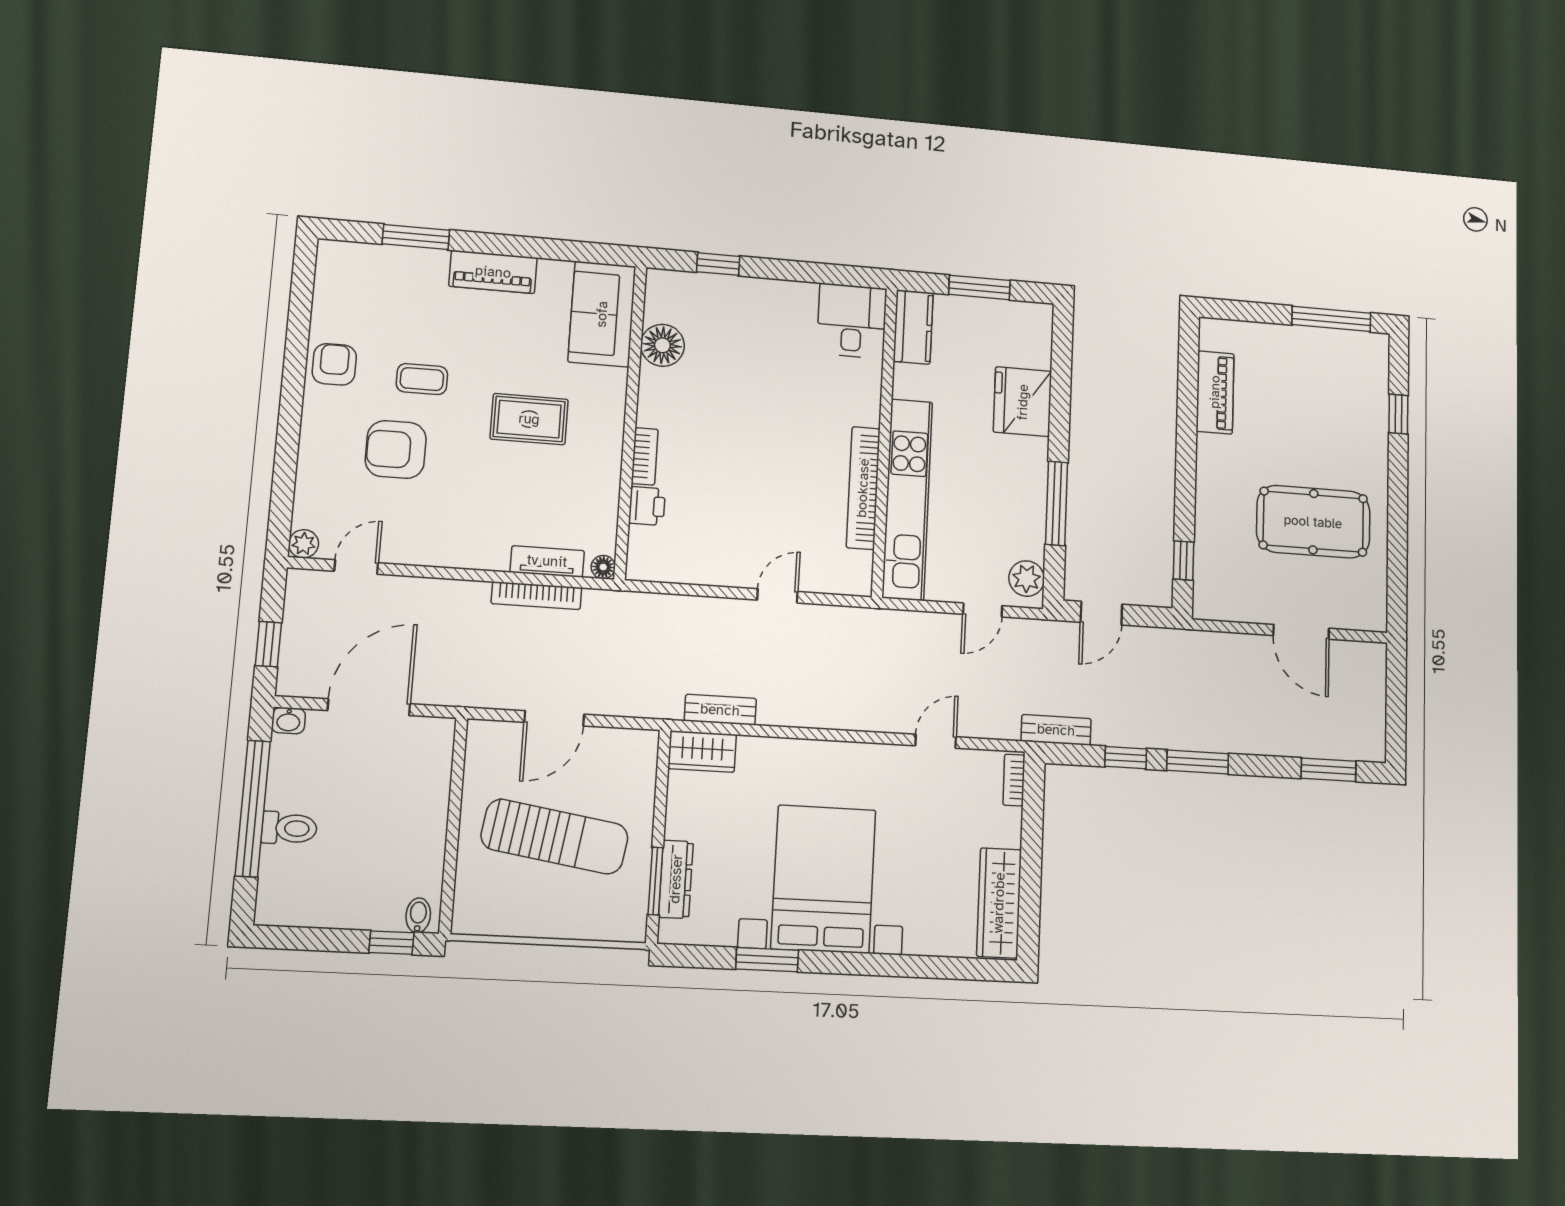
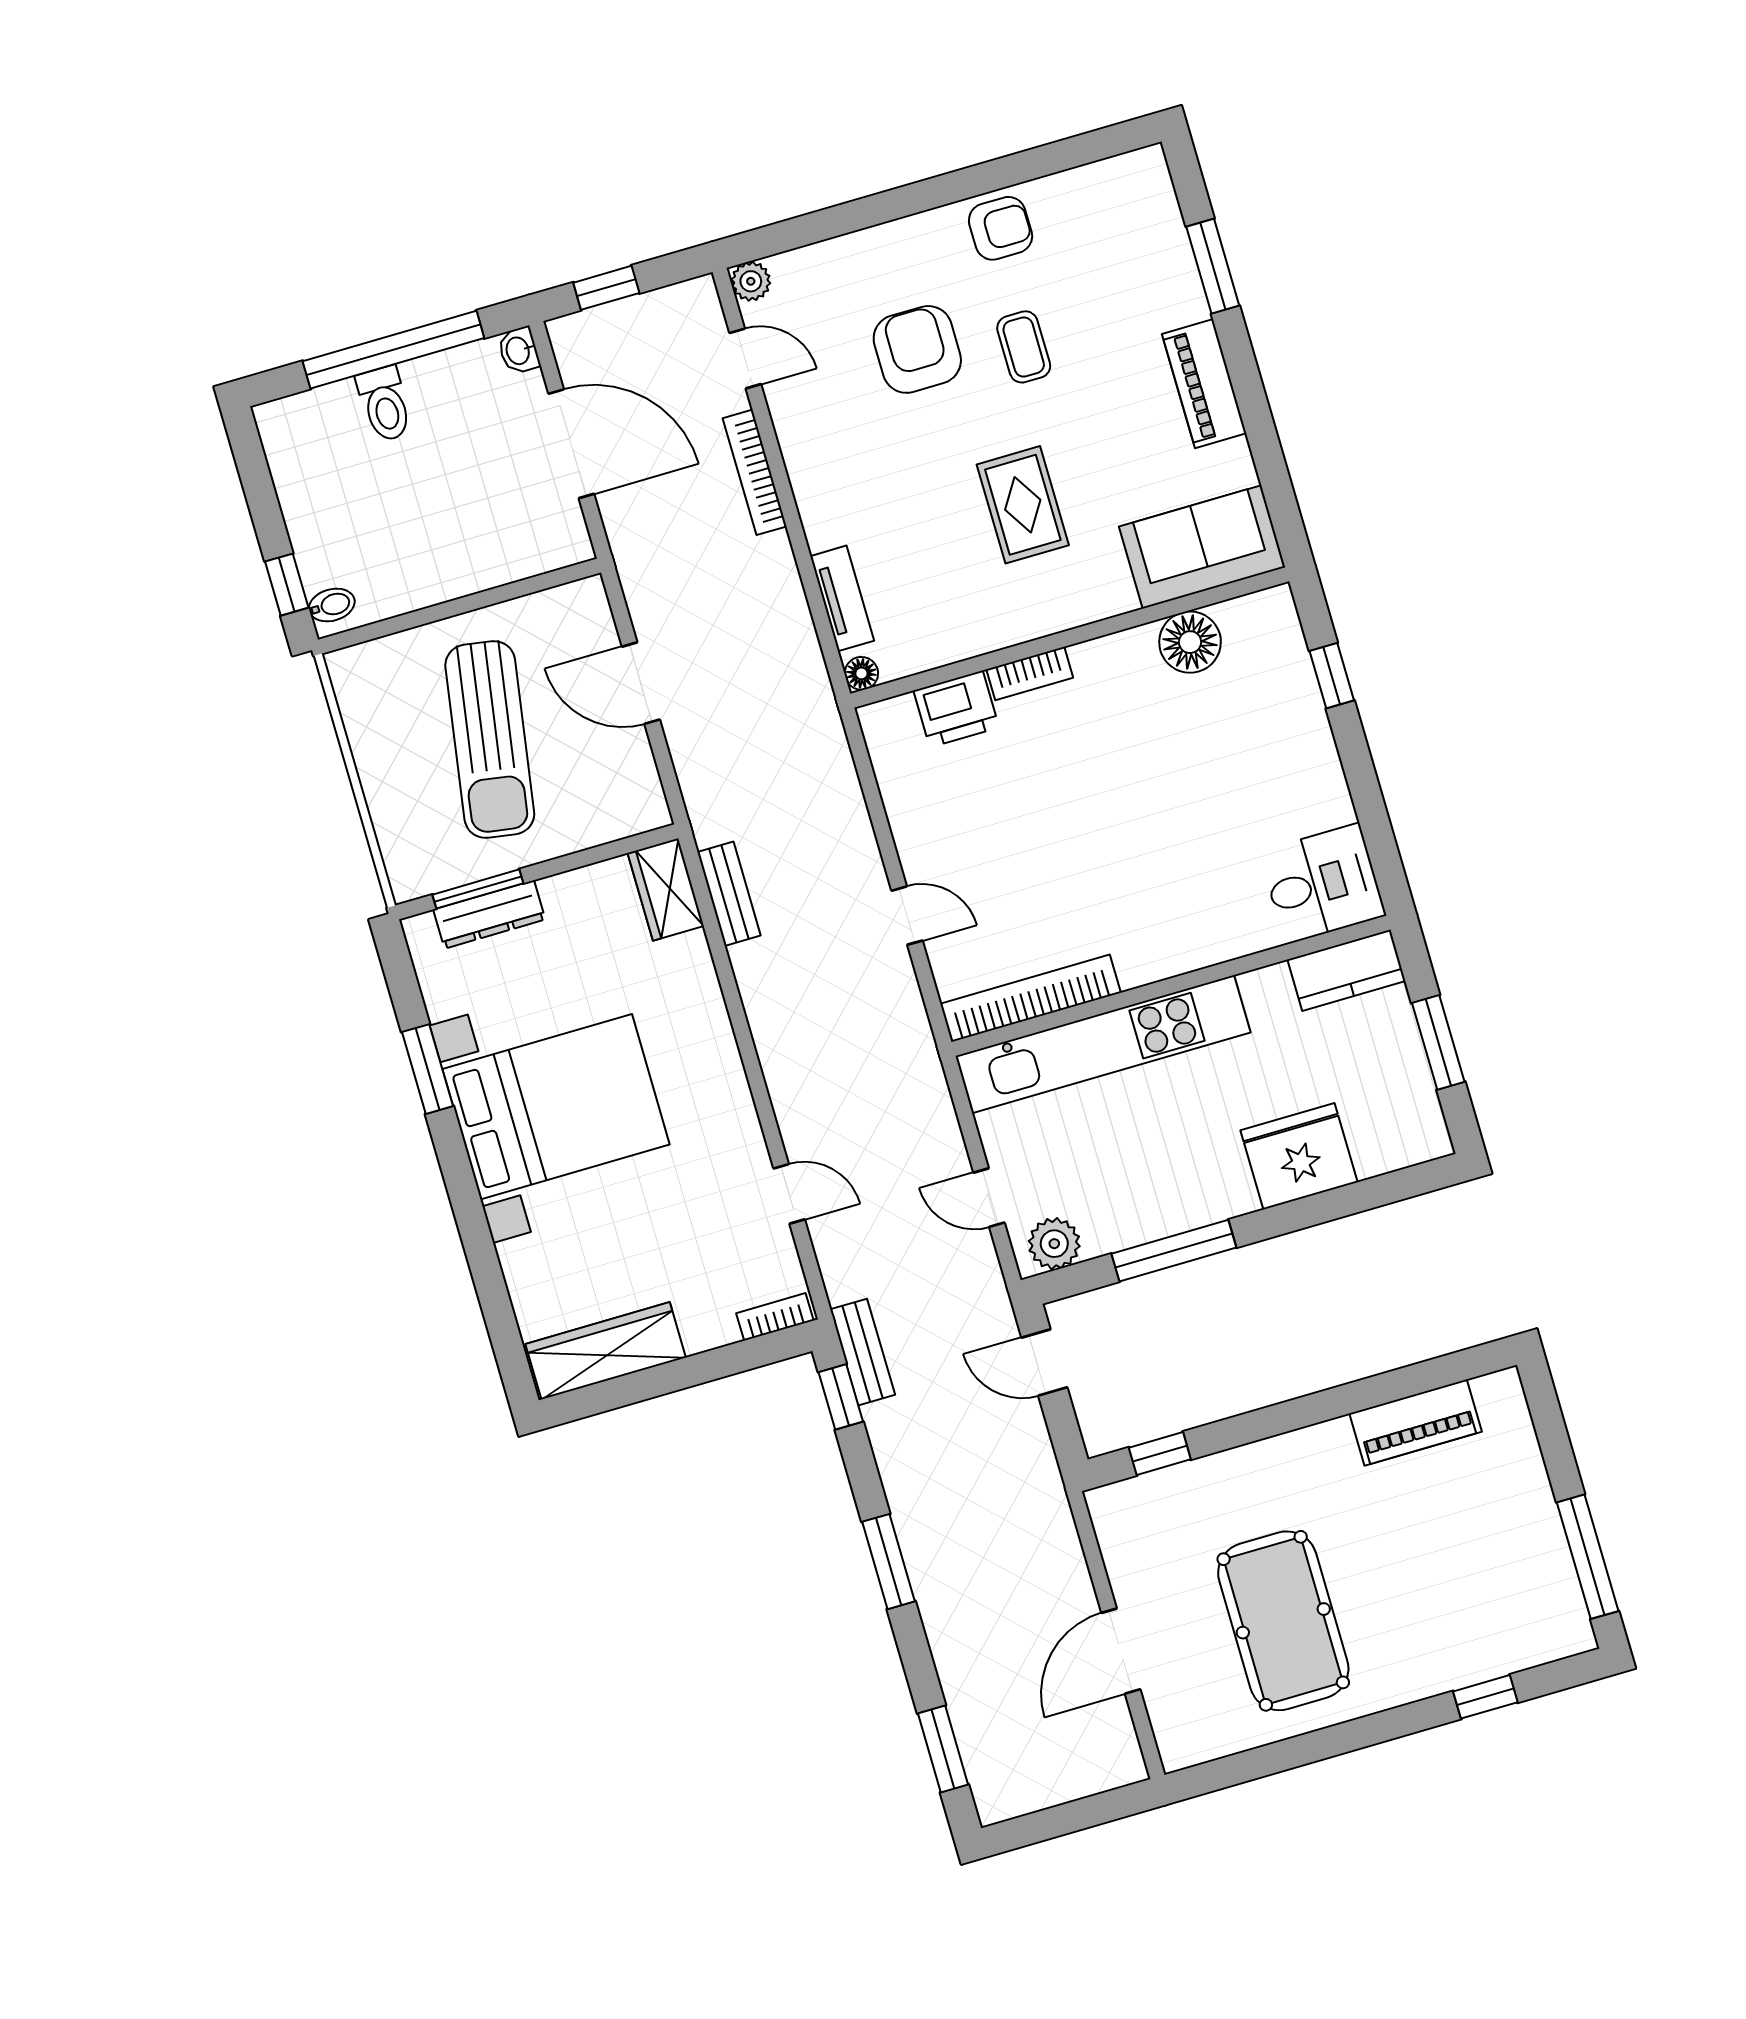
bookcase: (863, 488) -> (1030, 998), moved
printer: (647, 506) -> (956, 709), width x1.36, depth x1.24
bookcase: (536, 596) -> (755, 472), moved
window: (1126, 758) -> (841, 1397), moved

